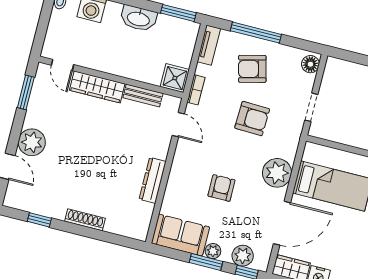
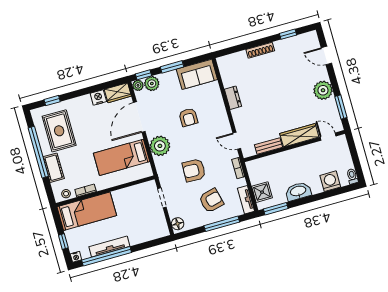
shower: (175, 78) -> (262, 192), moved
plant: (32, 142) -> (323, 90), moved
dresser: (153, 180) -> (233, 98), width x0.70
plant: (213, 251) -> (138, 85), moved

